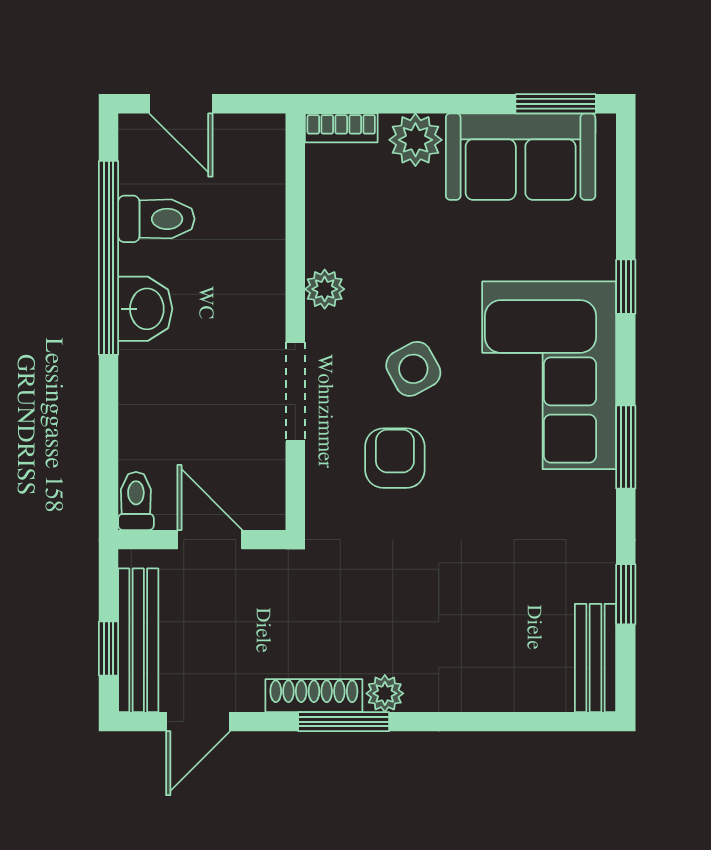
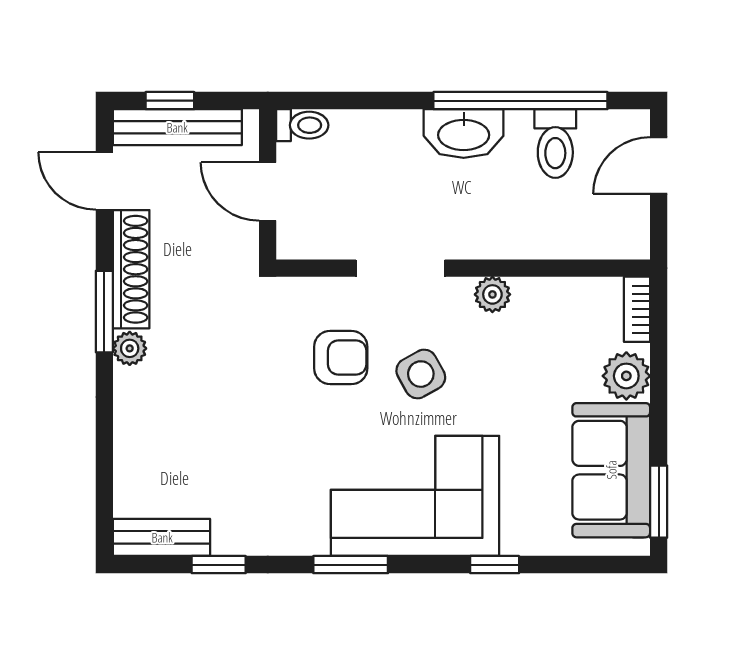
washbasin: (145, 309) -> (464, 134), width x1.38
door: (210, 540) -> (268, 191), swing flipped
shoe rack: (314, 696) -> (131, 269), width x1.36, depth x1.24

